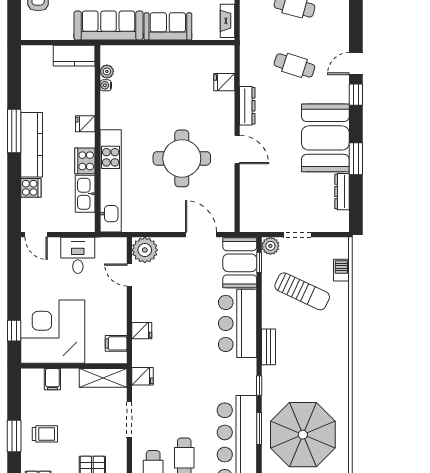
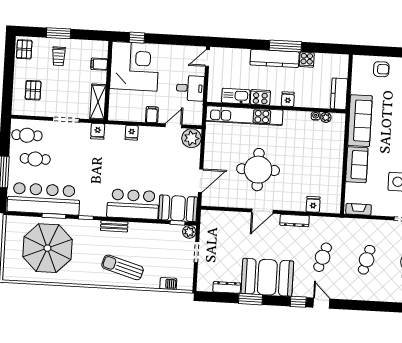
cooker: (31, 188) -> (307, 60), moved
sun lounger: (302, 291) -> (123, 267), moved, turned 81
filing cabinet: (116, 343) -> (152, 115), moved

